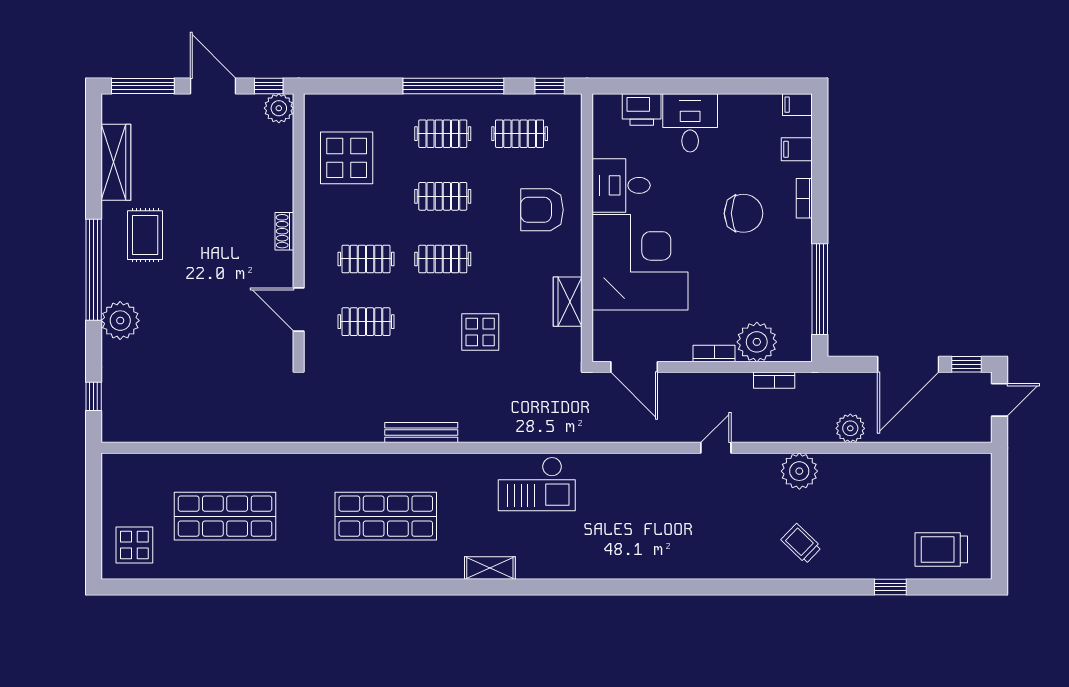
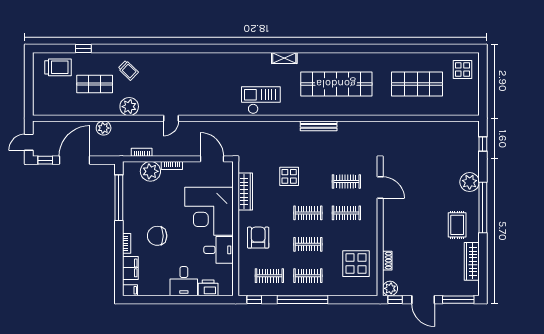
filing cabinet: (797, 149) -> (130, 268), width x2.00
armchair: (542, 210) -> (258, 238), turned -90
shoe rack: (284, 231) -> (387, 261), moved
wardrobe: (568, 302) -> (245, 192), width x1.50
shop shelf: (386, 516) -> (336, 84), width x1.40
shop shelf: (868, 516) -> (95, 84), added

